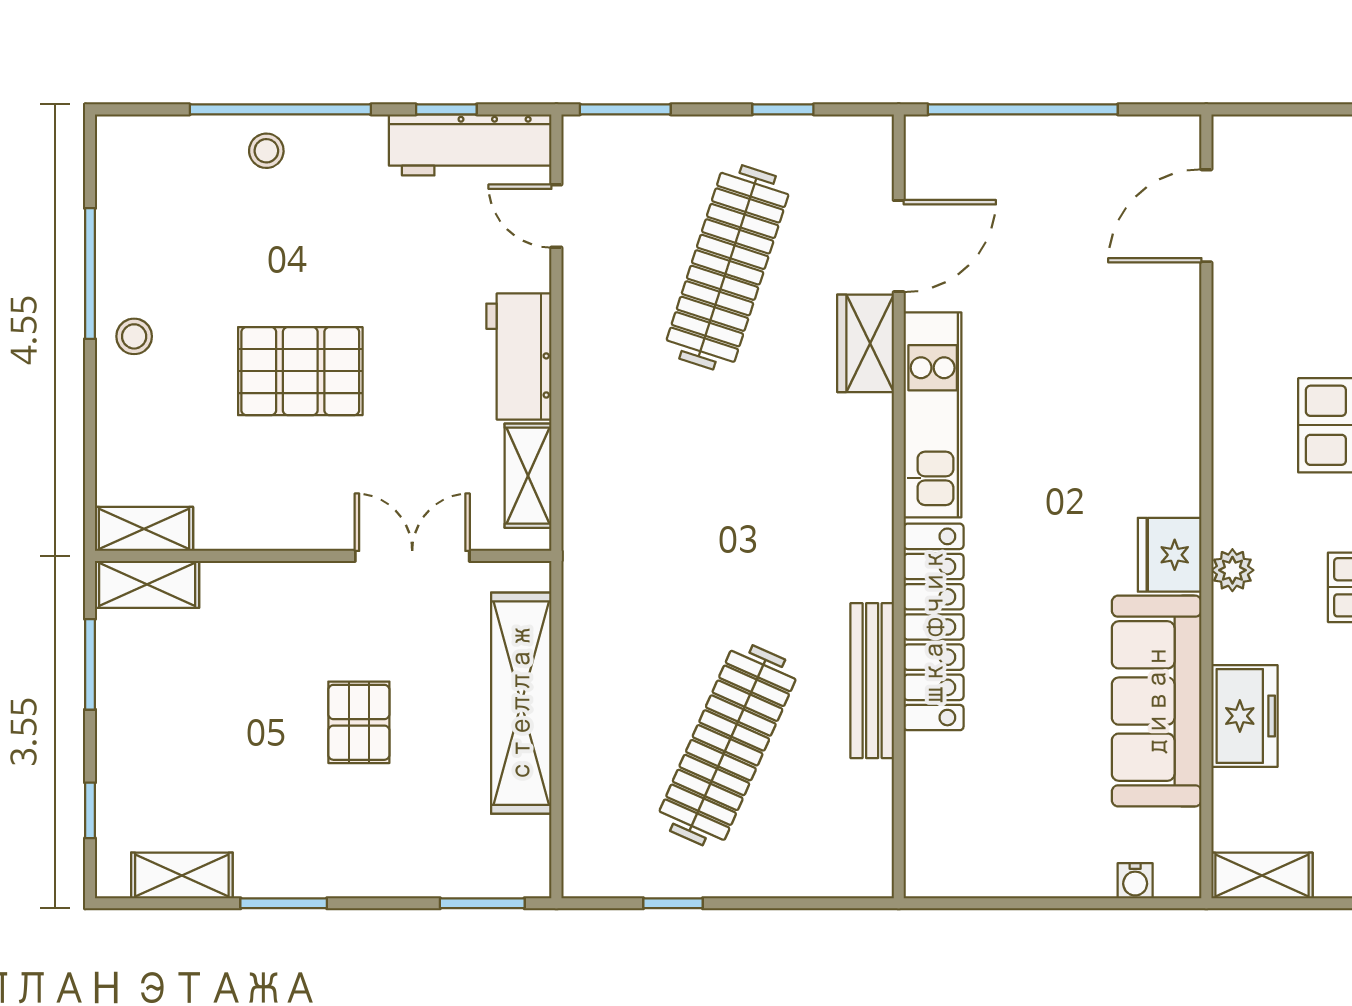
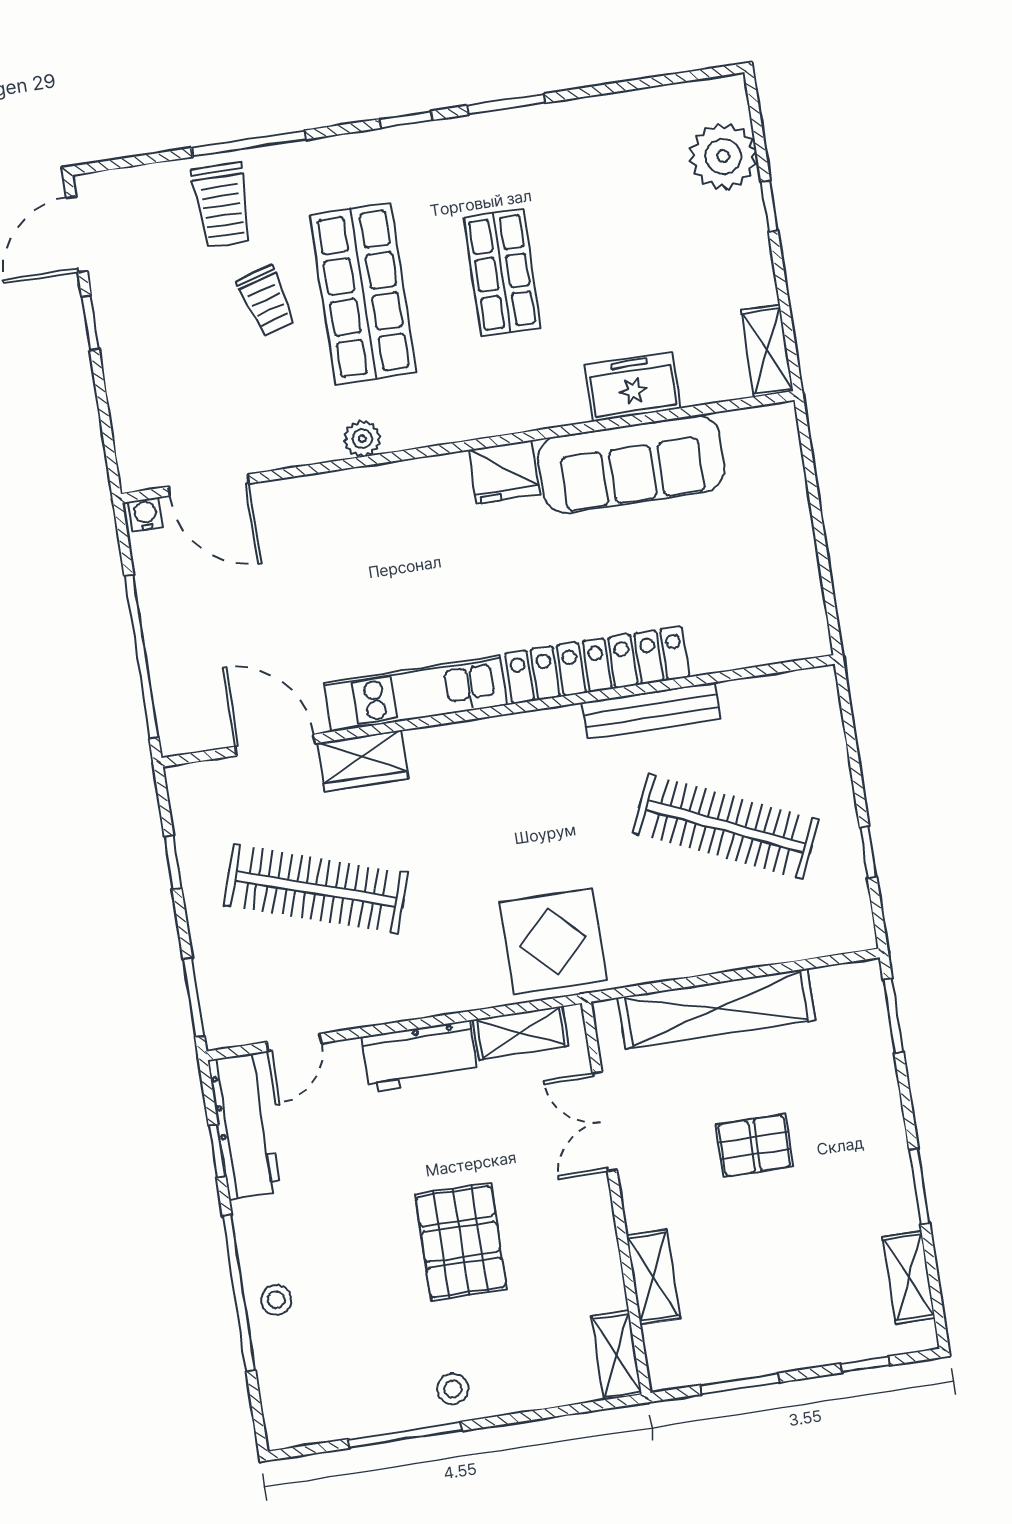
display table: (627, 529) -> (553, 941), added
plant: (1232, 570) -> (362, 439), moved
shelving: (147, 584) -> (653, 1277), moved
water cooler: (1135, 881) -> (145, 515), moved, turned -90

